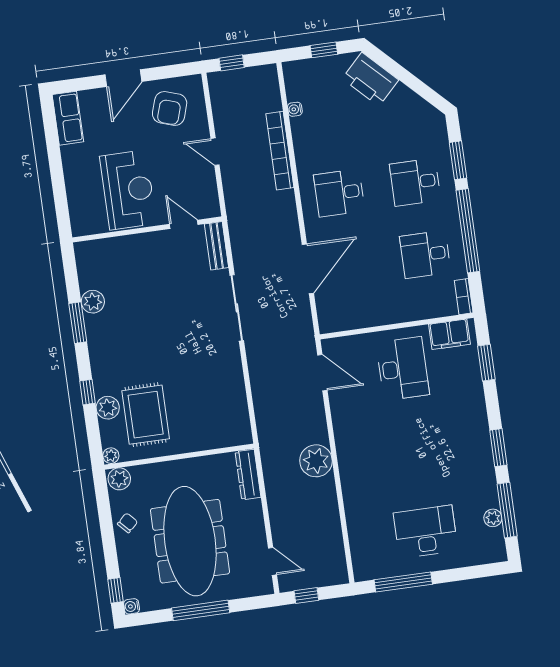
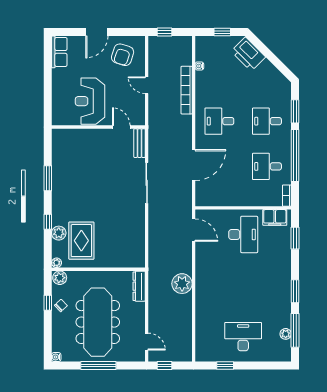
reception desk: (128, 190) -> (90, 101), turned 180
plant: (93, 302) -> (59, 167), removed
window: (403, 582) -> (225, 366), width x0.46
window: (115, 590) -> (48, 303), moved

